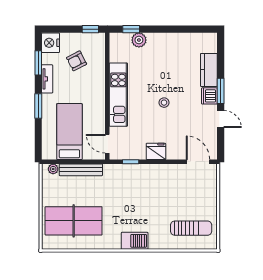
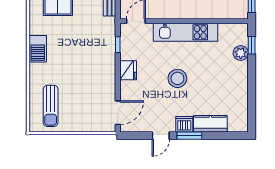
stool: (164, 103) -> (177, 78), width x1.89, depth x1.89

